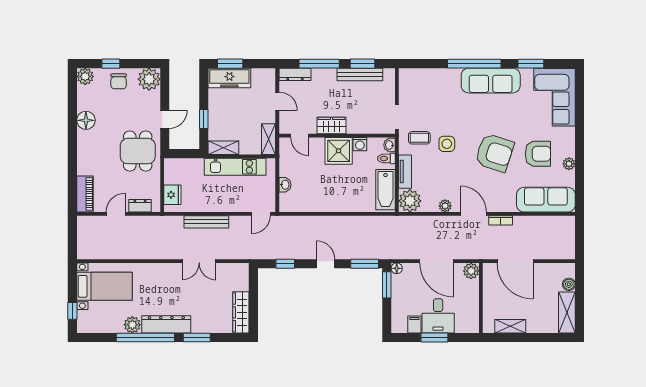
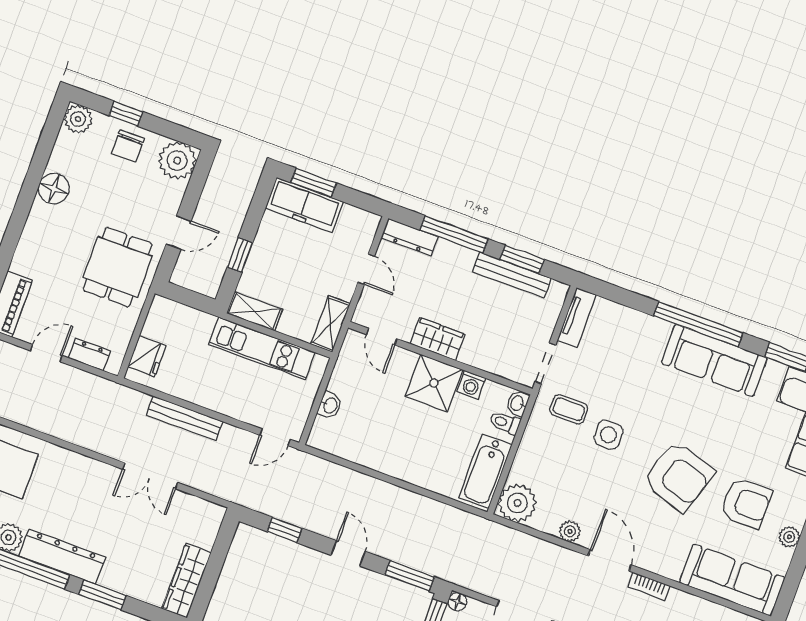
tv unit: (405, 172) -> (577, 317), moved

